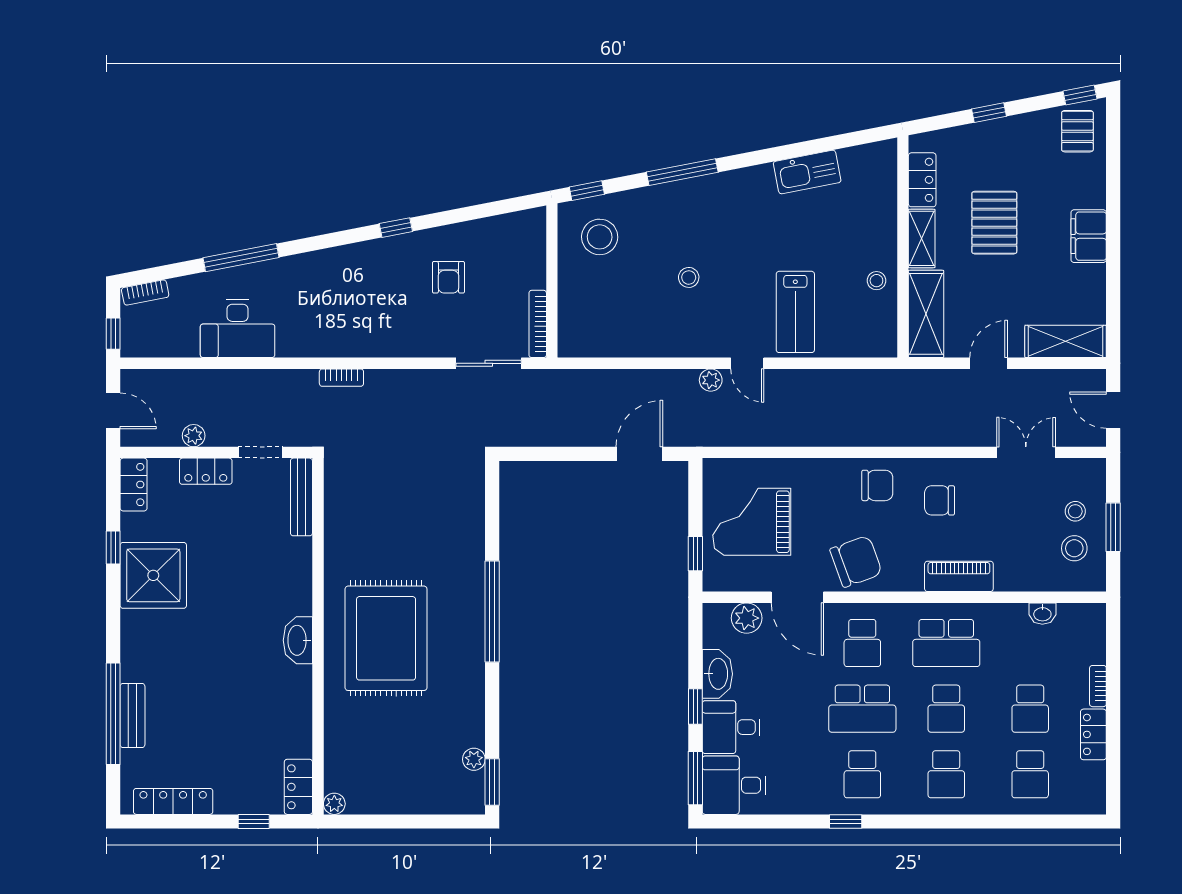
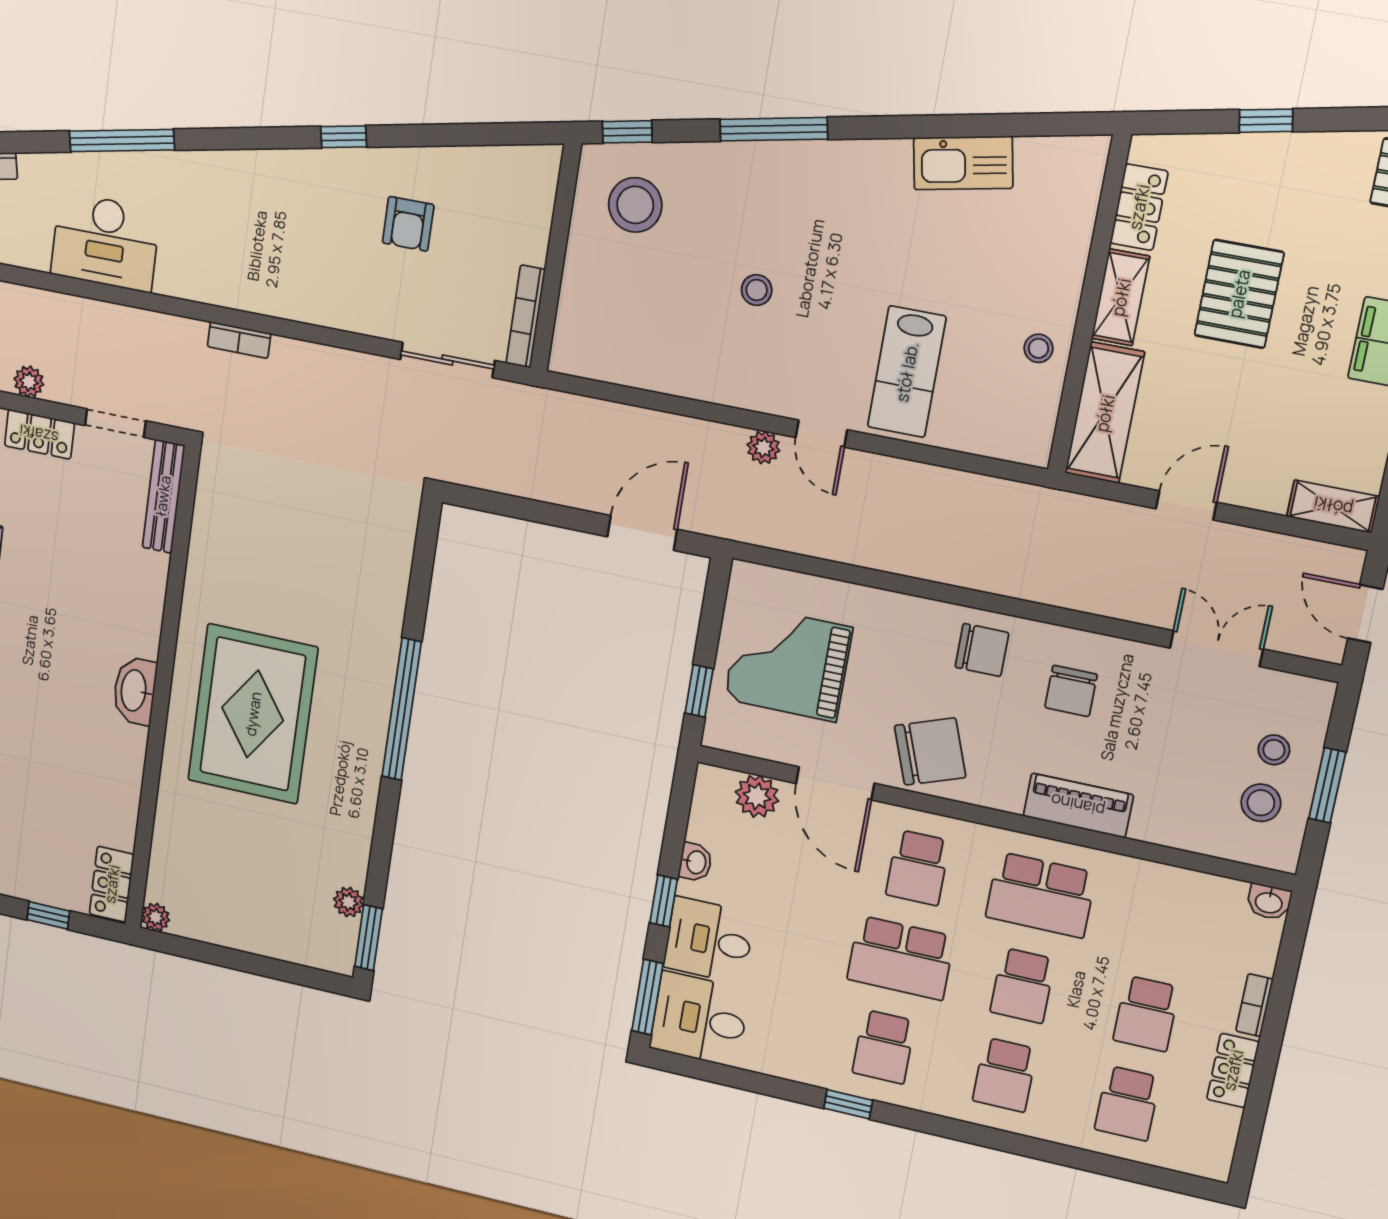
shelving: (1066, 341) -> (1333, 506), width x0.67, depth x0.75
chair: (940, 500) -> (1071, 691), turned -90
washbasin: (1042, 614) -> (1269, 902), moved
washbasin: (717, 674) -> (696, 862), width x0.52, depth x0.69

